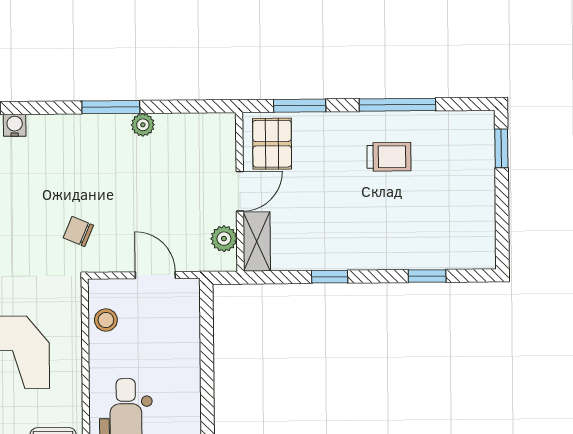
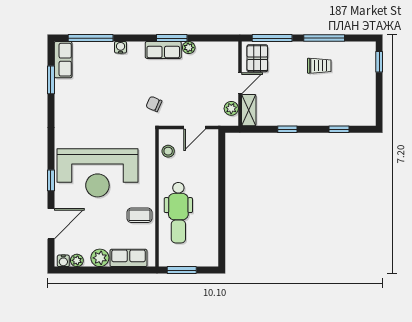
window: (300, 106) -> (272, 38), width x1.44
row of seats: (95, 130) -> (163, 50), added
door: (155, 275) -> (195, 128), swing flipped

